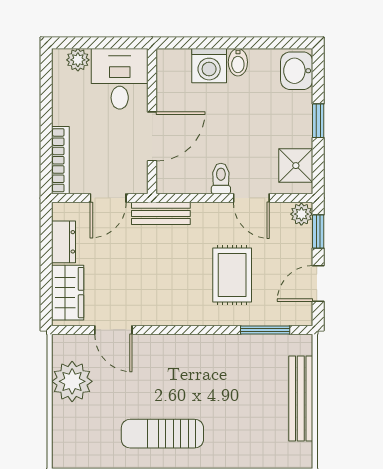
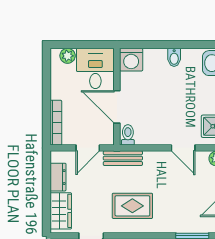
washing machine: (209, 66) -> (131, 60), moved
door: (152, 136) -> (117, 107), swing flipped
toilet: (221, 179) -> (128, 135), moved
rug: (232, 275) -> (132, 206), moved, turned 90

